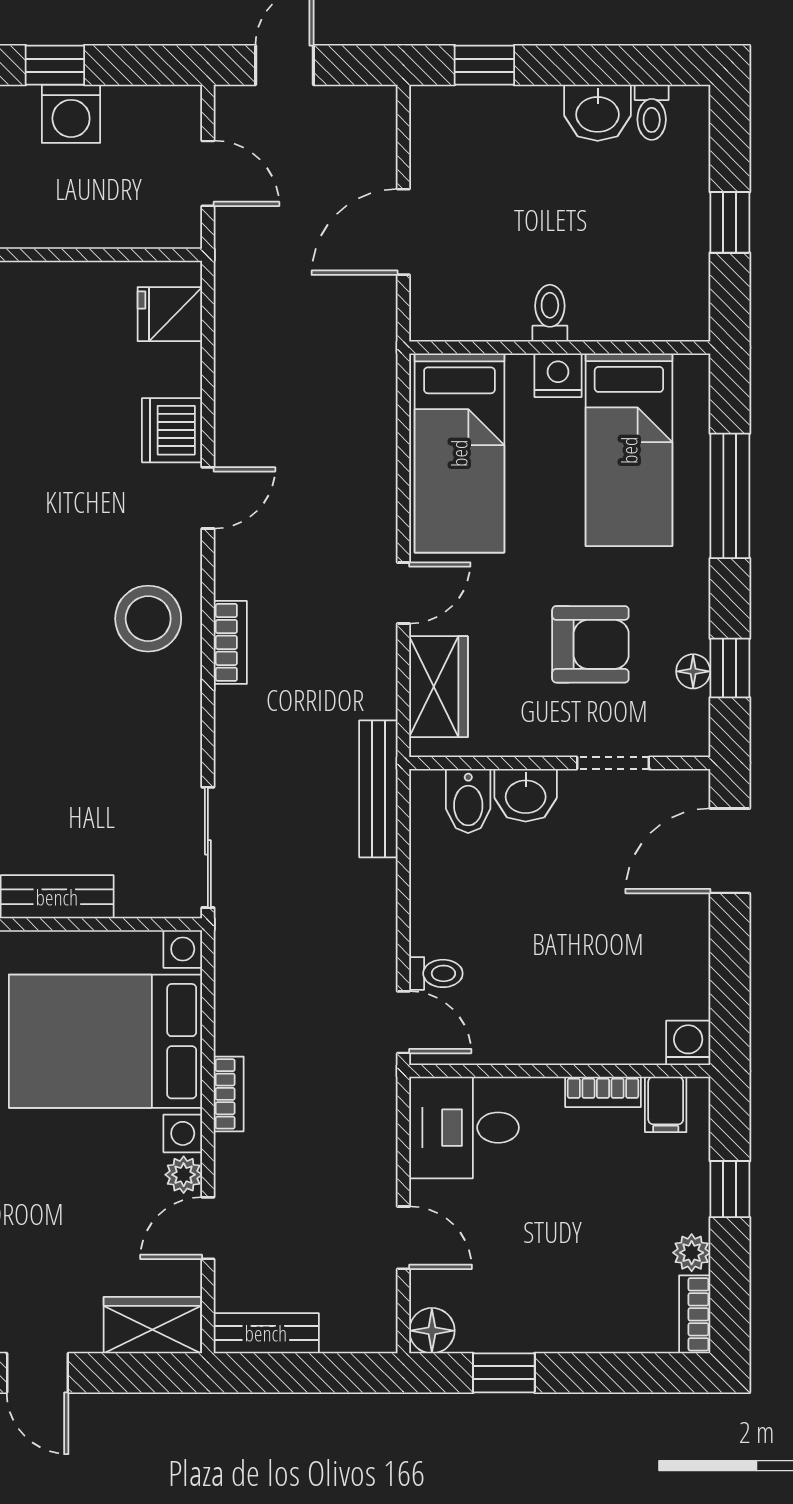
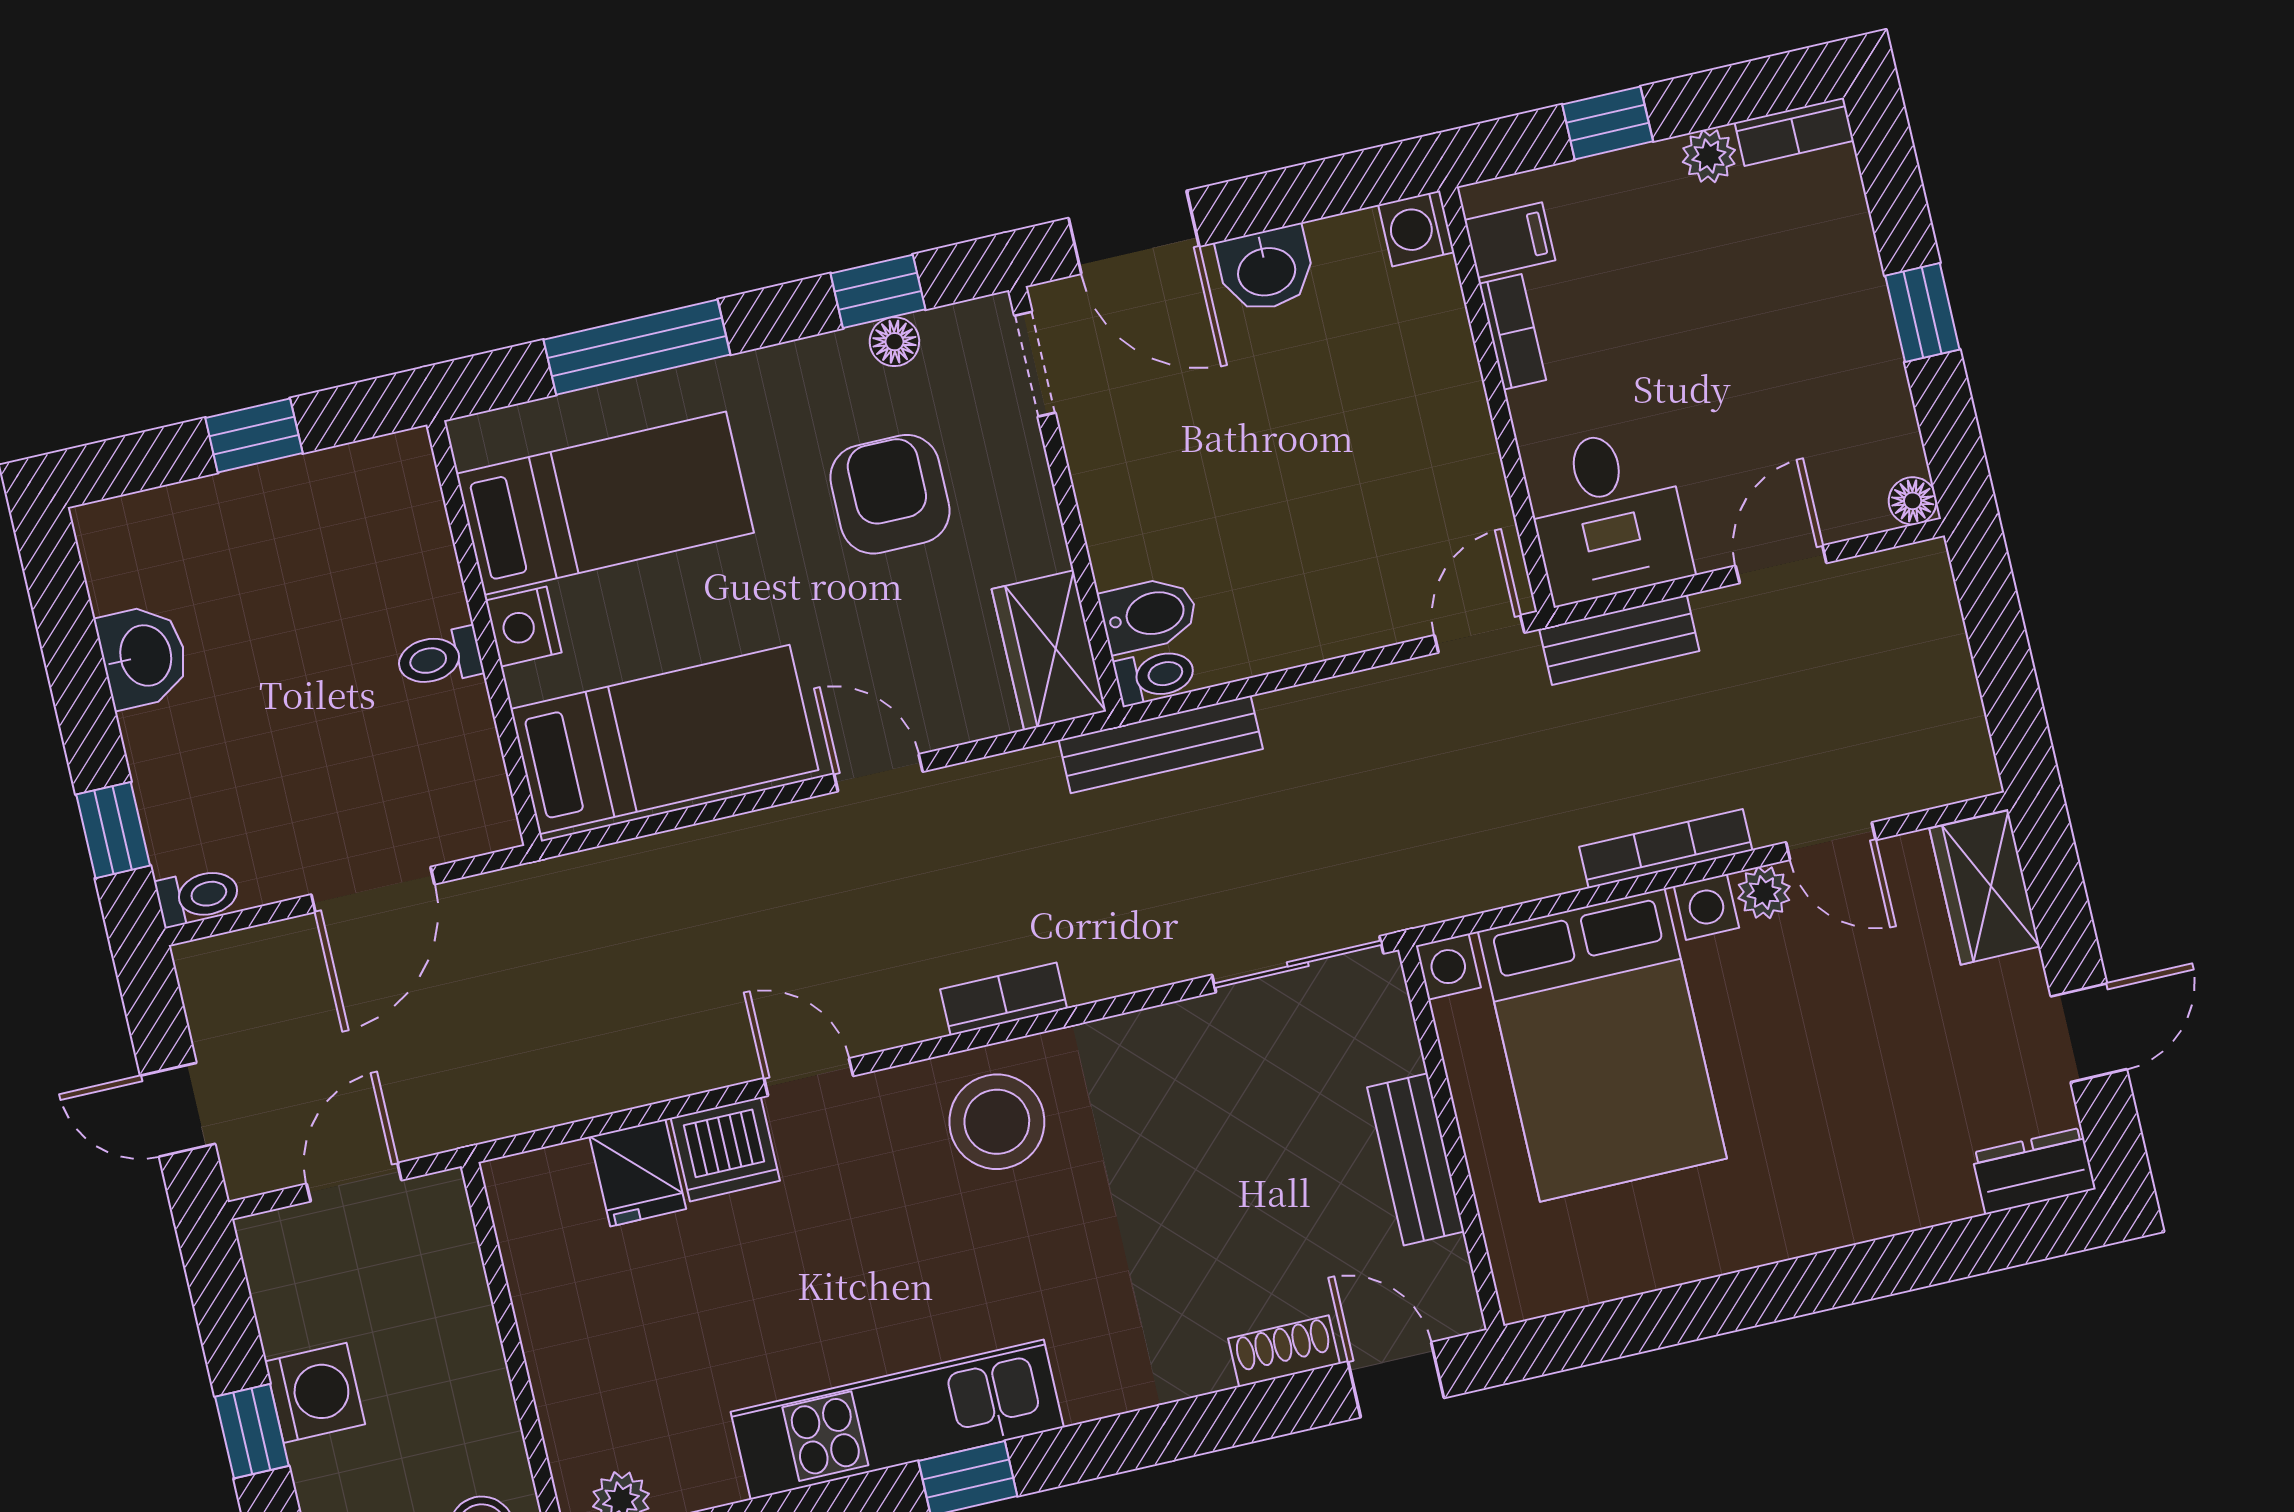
toilet: (652, 112) -> (198, 896), moved
door: (403, 232) -> (373, 889), hinge flipped
fridge: (170, 314) -> (638, 1173), moved
wardrobe: (439, 687) -> (1049, 650), moved, turned -90
doorway: (613, 763) -> (1035, 364), moved
washbasin: (526, 795) -> (1266, 270), moved, turned 90
toilet: (436, 973) -> (1155, 676), moved, turned 90
bookcase: (229, 1094) -> (1666, 849), width x1.56
floor lamp: (432, 1331) -> (1913, 501), width x0.73, depth x0.73
bench: (266, 1333) -> (1619, 640), moved, turned 90
window: (504, 1373) -> (1922, 313), moved

